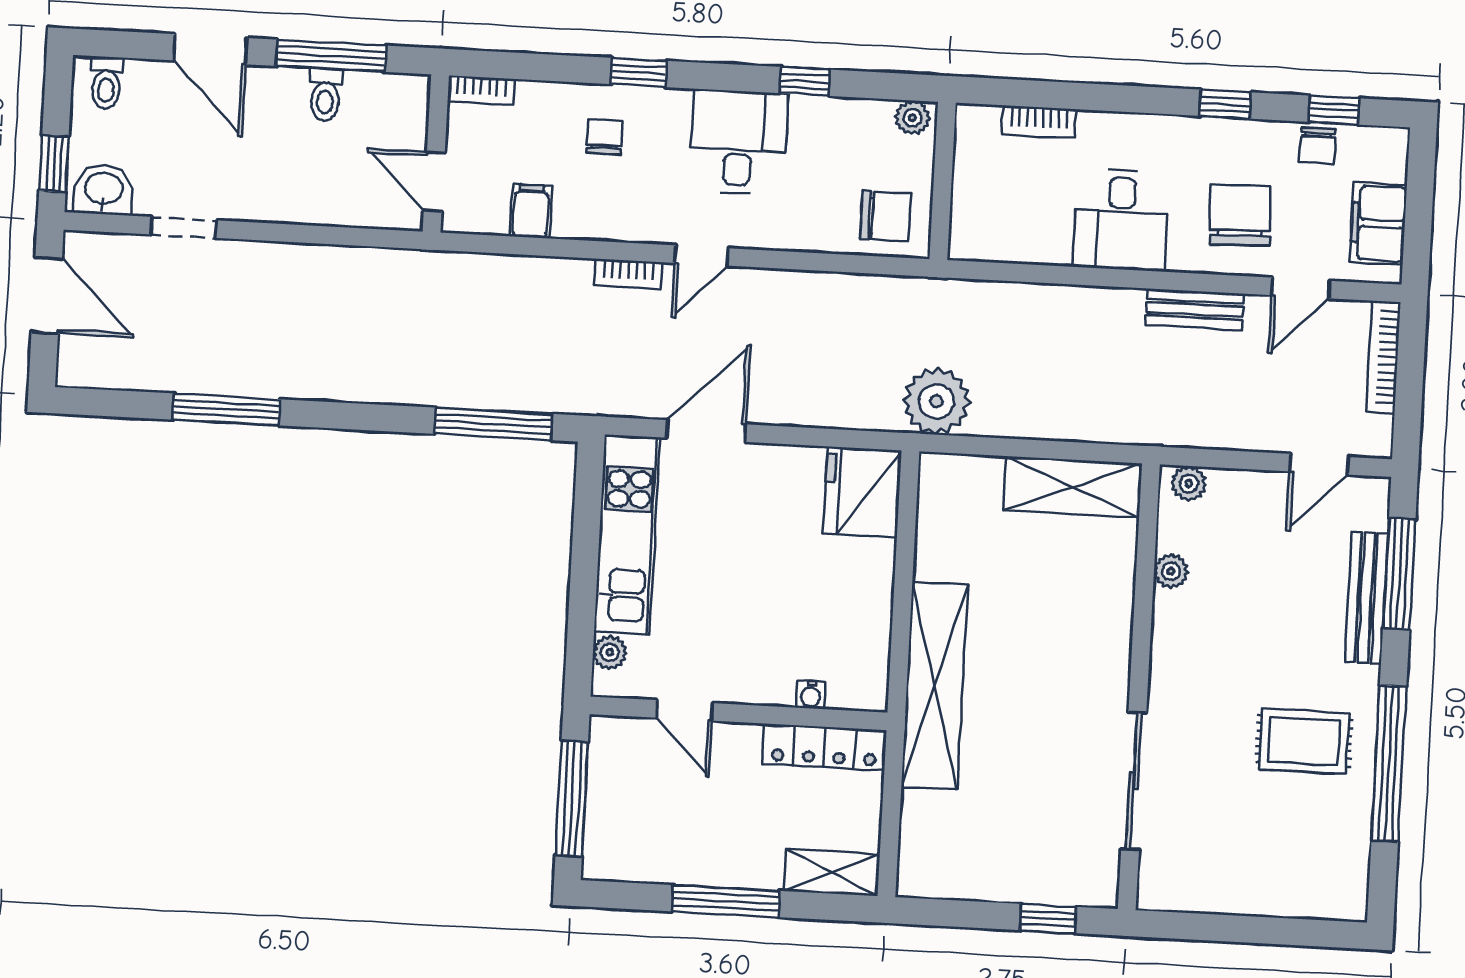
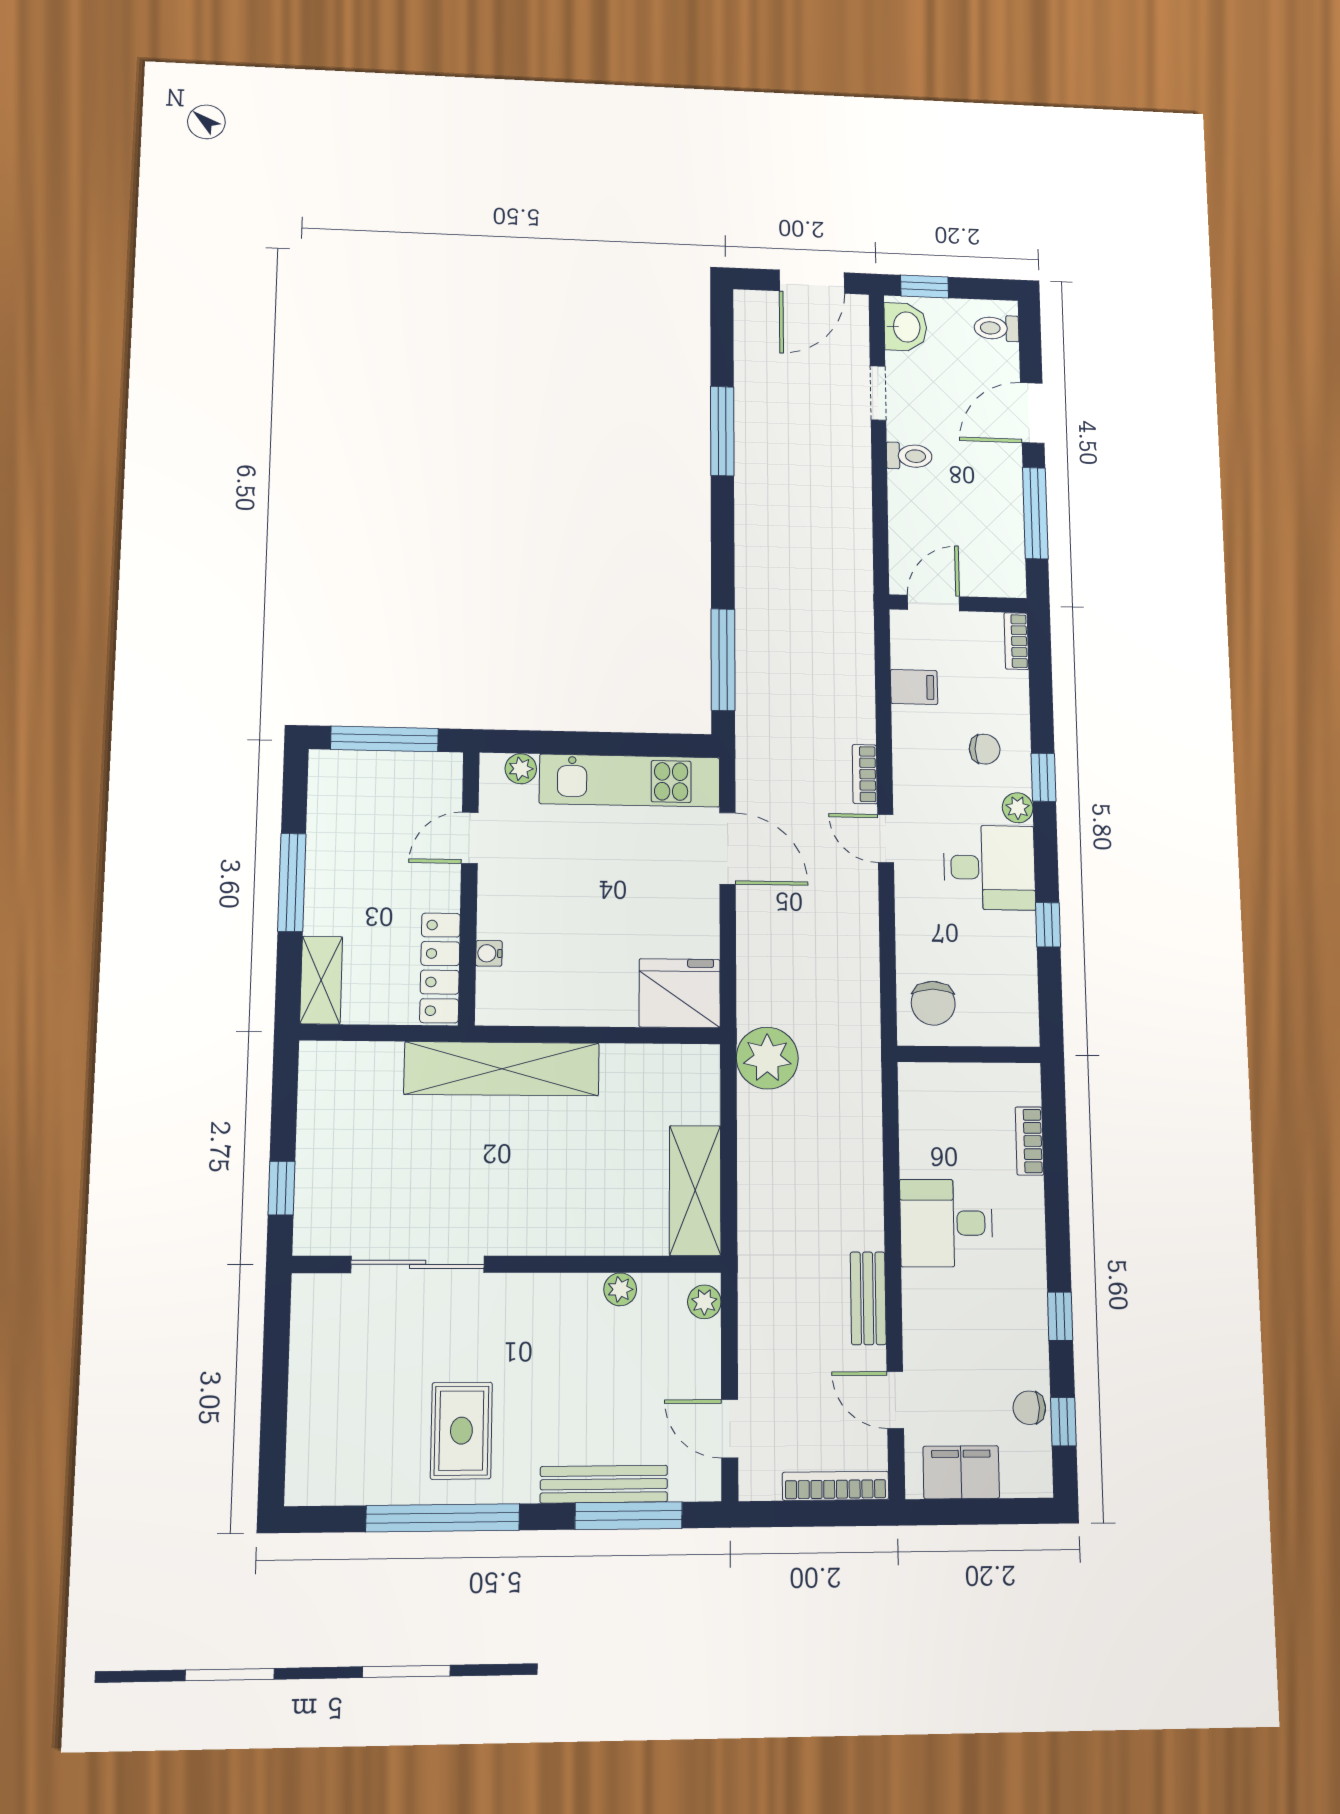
toilet: (325, 95) -> (909, 456), moved, turned 180
plant: (912, 118) -> (1018, 808), moved
chair: (1240, 215) -> (959, 1337), removed

